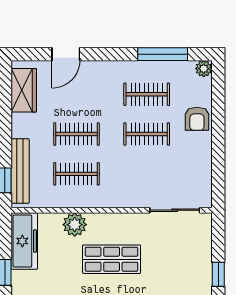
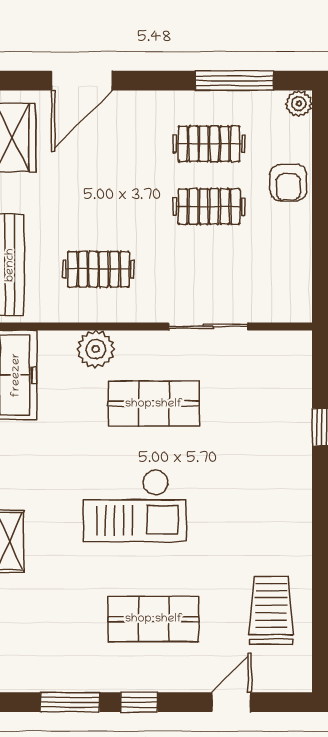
door: (66, 54) -> (82, 81), width x1.38
clothes rail: (76, 134) -> (99, 206), removed
sliding door: (175, 210) -> (208, 327), moved

